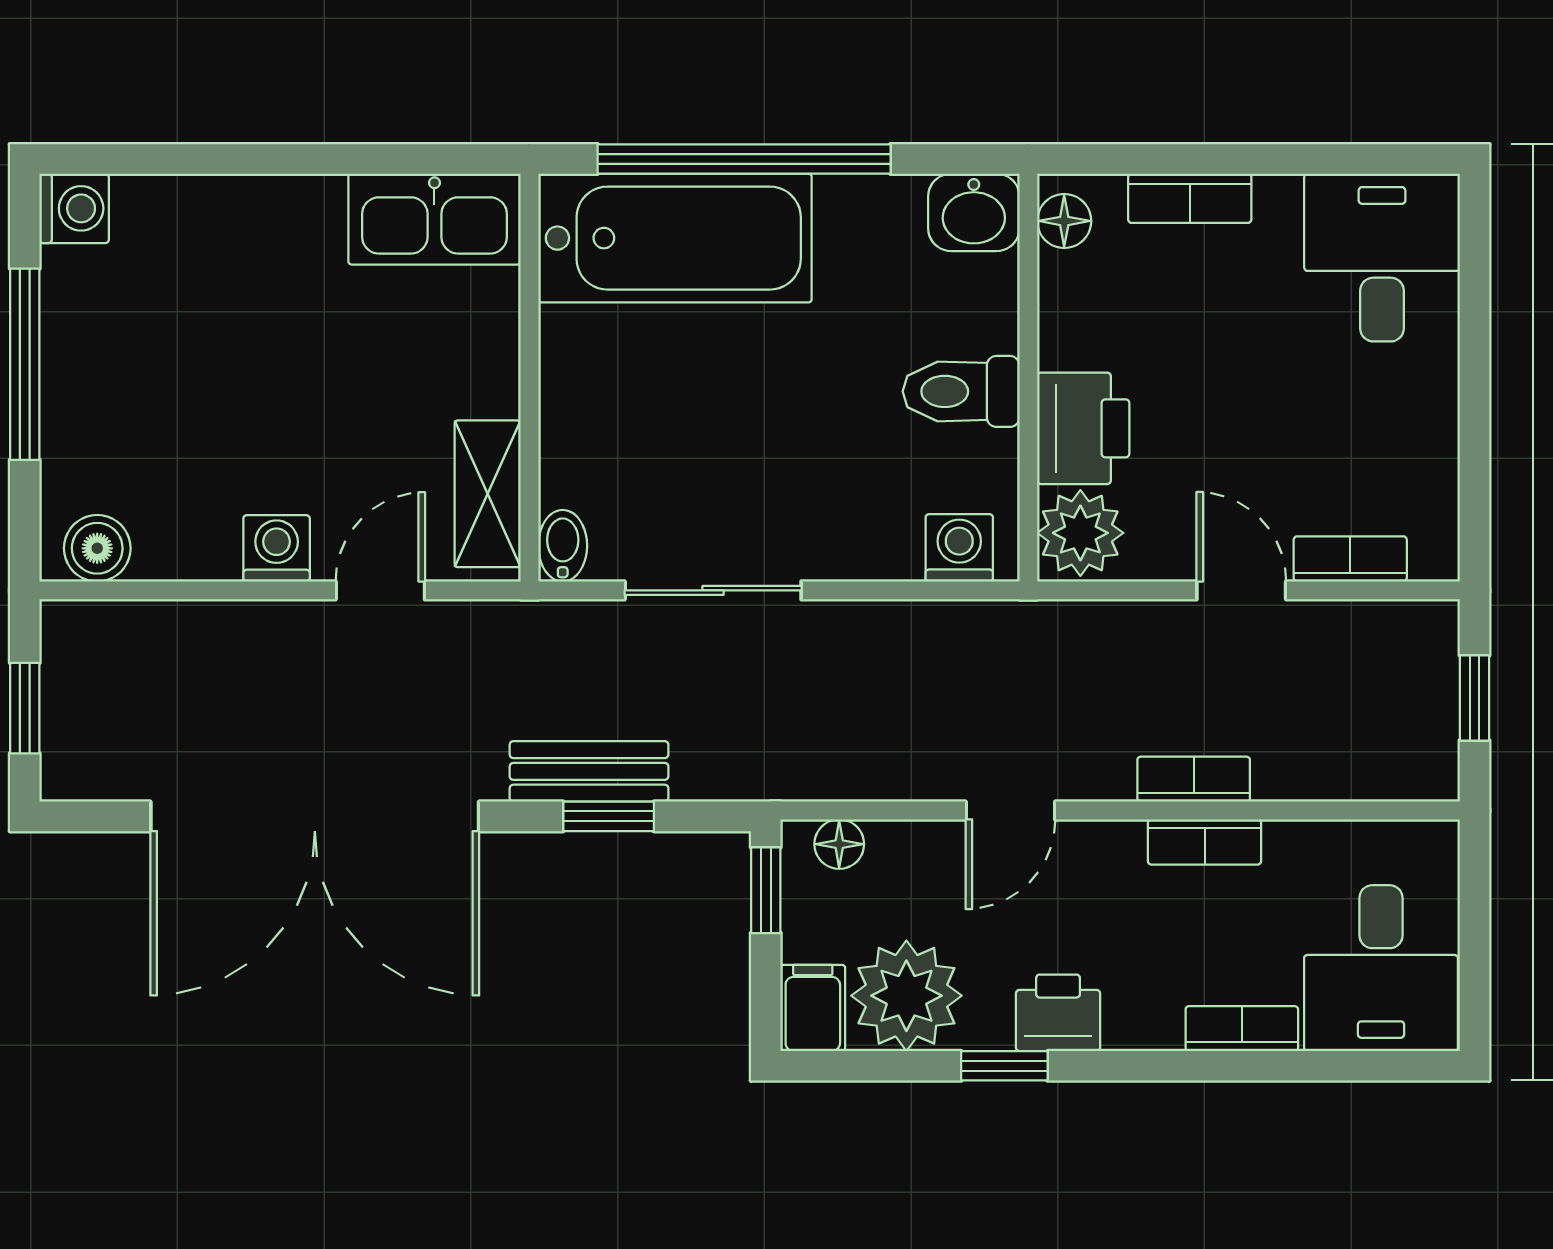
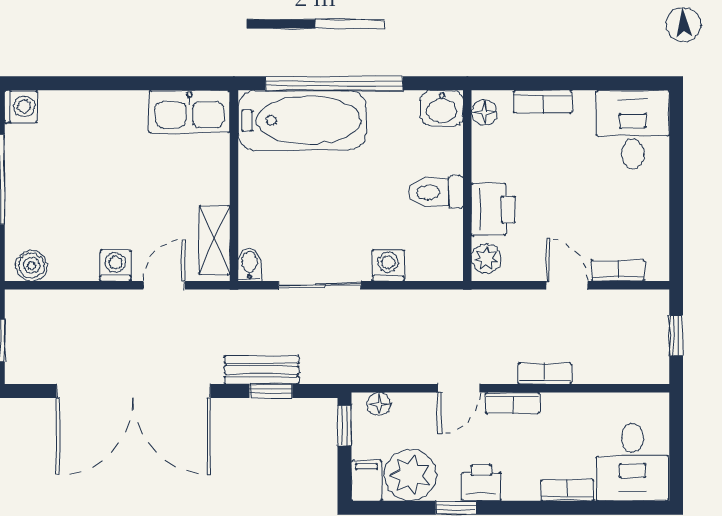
plant: (1080, 533) -> (486, 258), width x0.73, depth x0.73
washing machine: (959, 548) -> (388, 265), moved
bookcase: (1205, 842) -> (513, 403), moved

